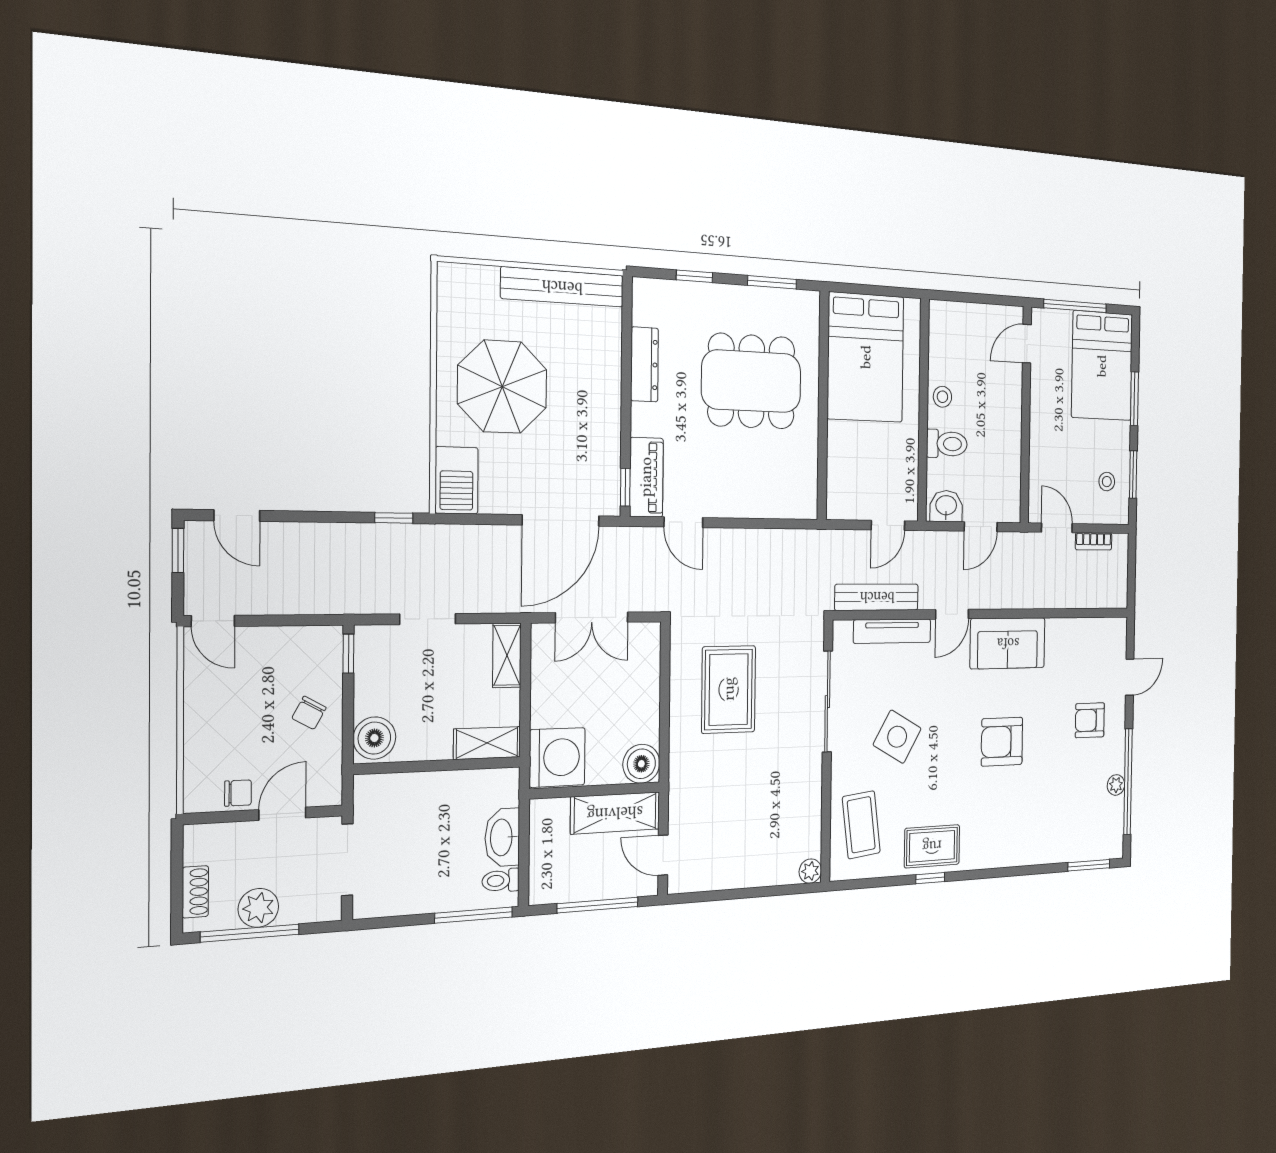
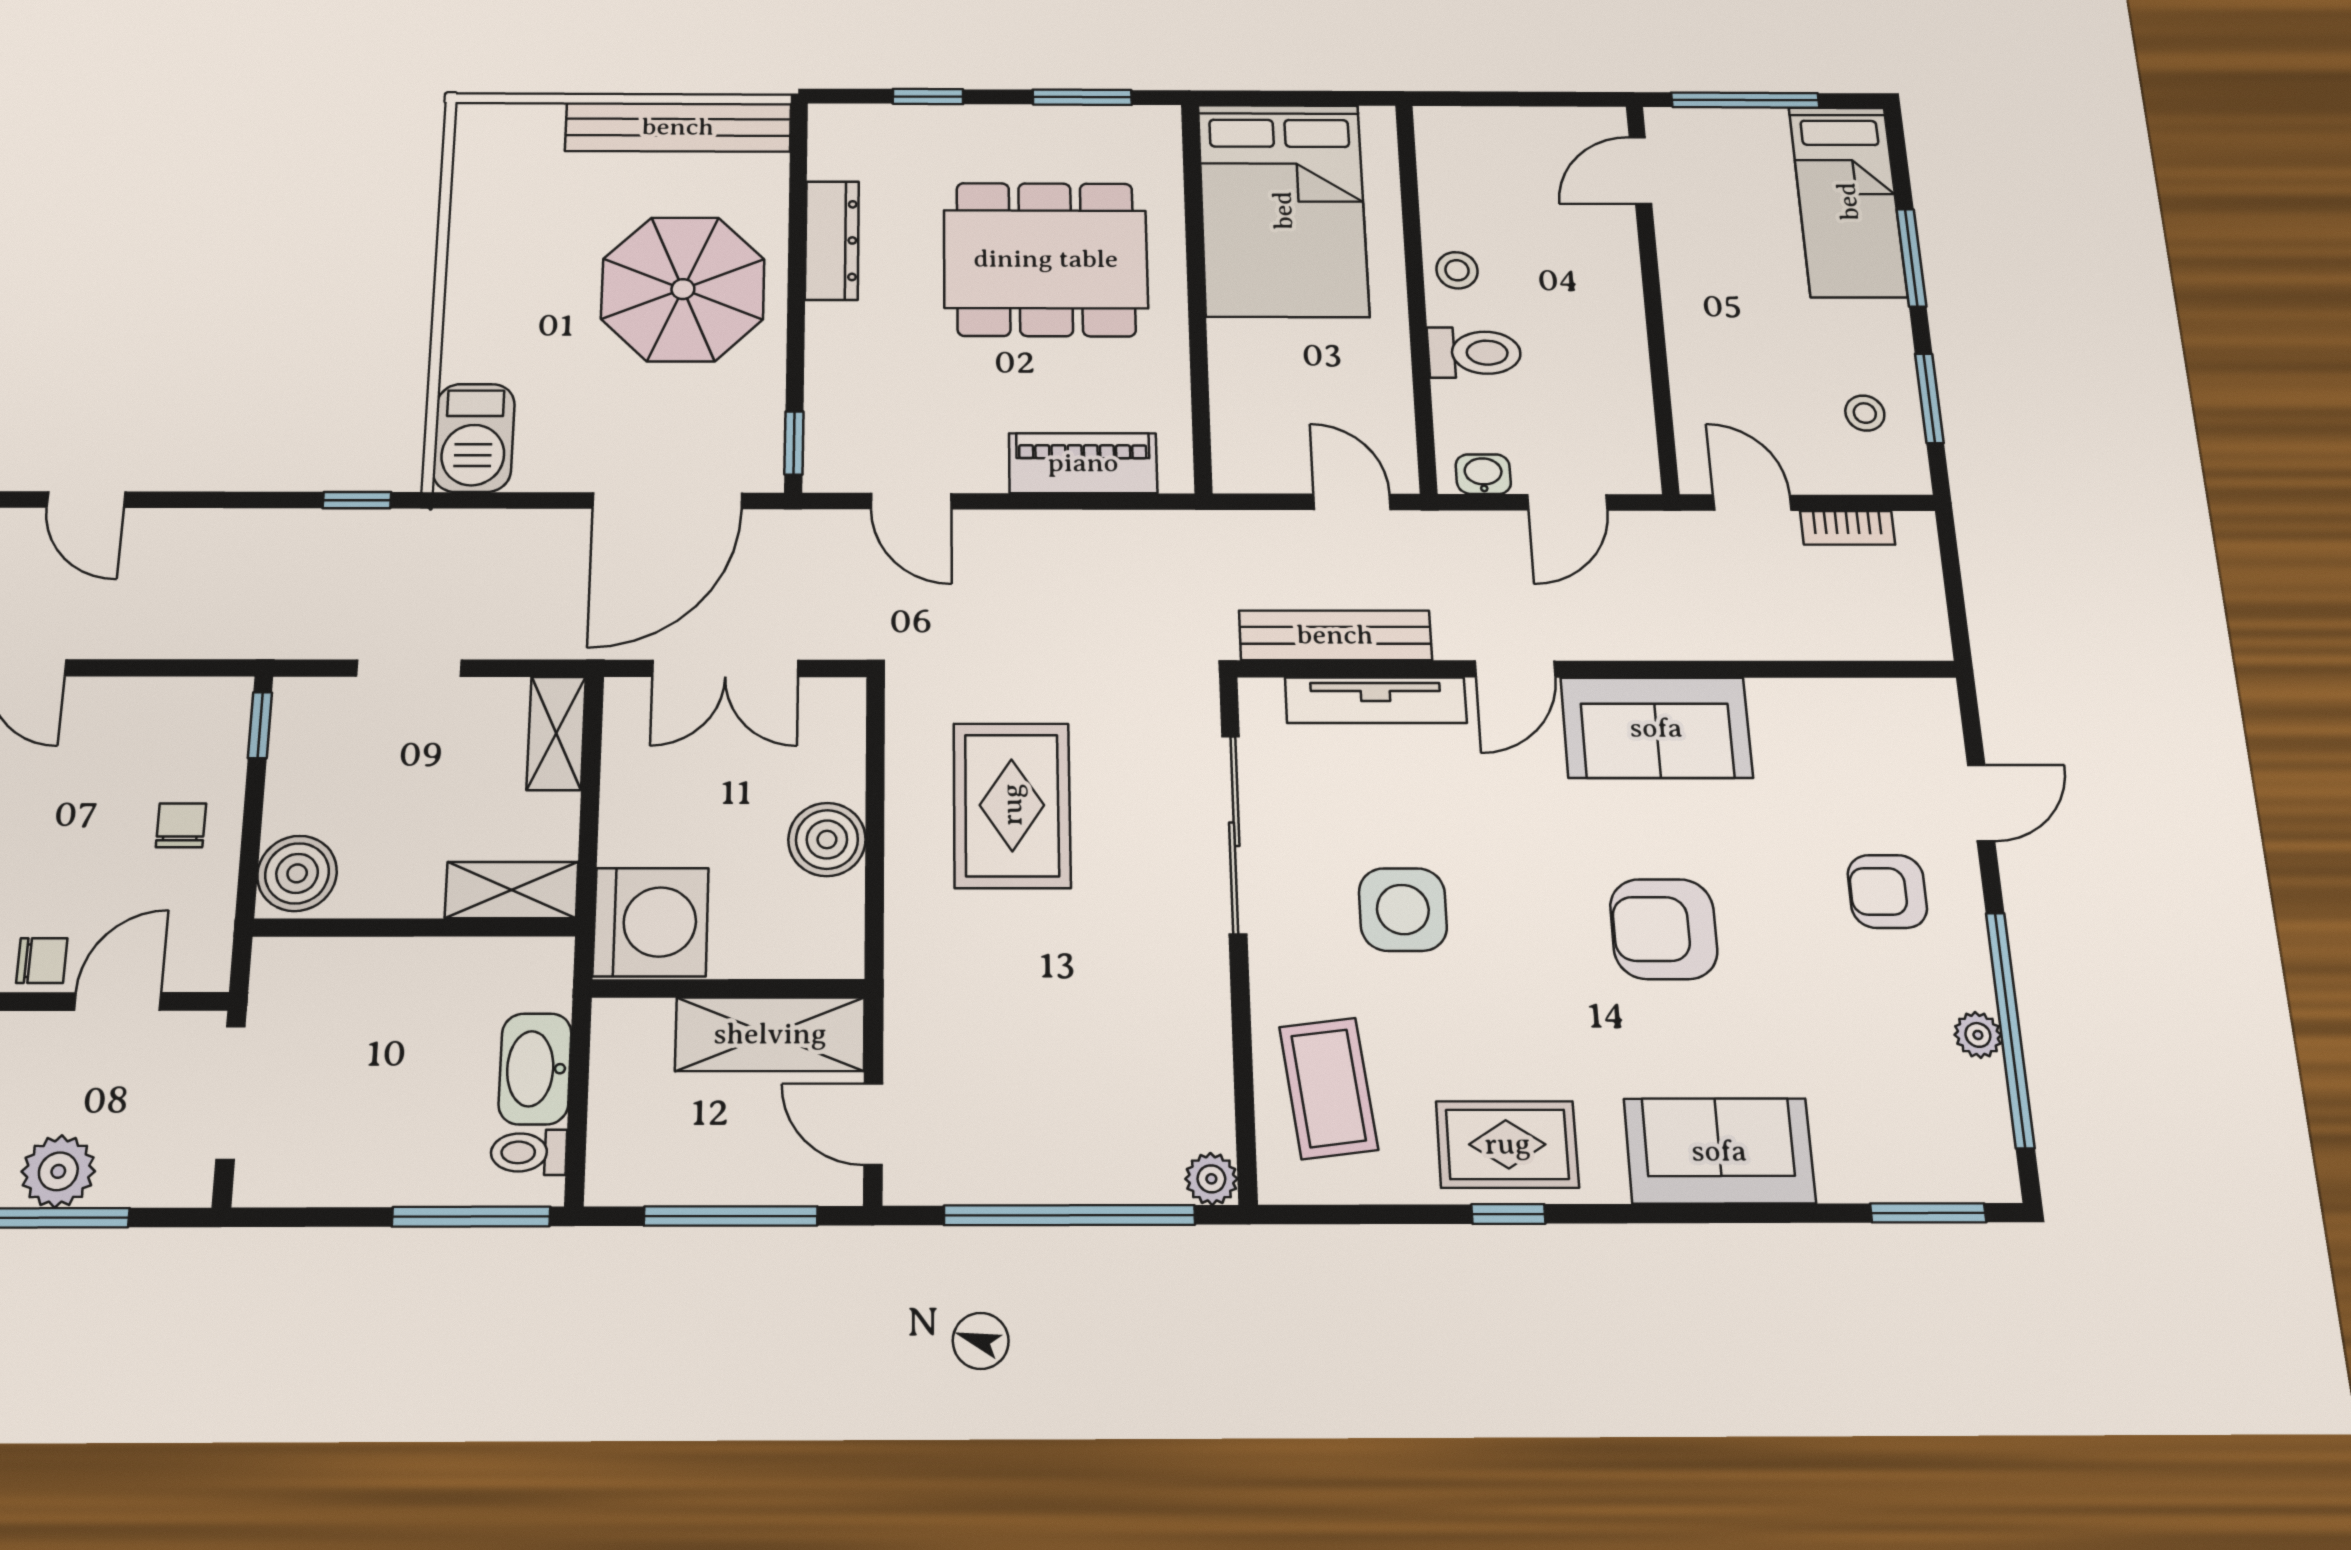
bed: (1102, 366) -> (1848, 201), width x0.67
parasol: (502, 387) -> (683, 289), moved
piano: (646, 477) -> (1083, 463), moved, turned -90
washbasin: (946, 506) -> (1483, 474), width x0.72, depth x0.69
door: (888, 525) -> (1352, 502), swing flipped
chair: (309, 713) -> (181, 825), turned 151
side table: (897, 737) -> (1403, 910), turned -30
boiler: (641, 764) -> (827, 840), moved
sofa: (1014, 843) -> (1719, 1151), added
window: (749, 893) -> (1070, 1215), added

